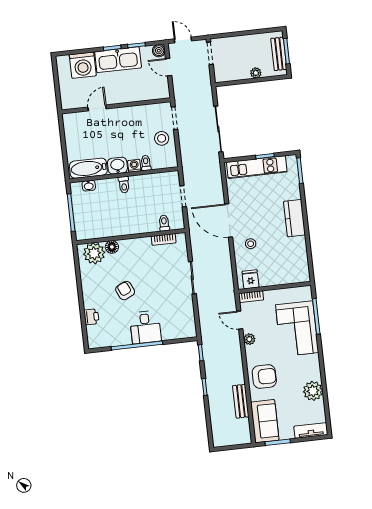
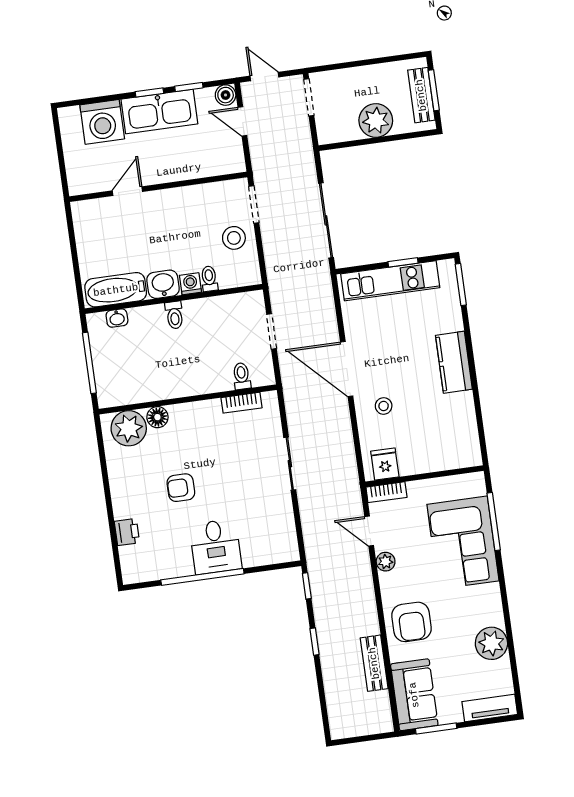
plant: (256, 73) -> (376, 121), width x1.88, depth x1.88
armchair: (125, 291) -> (181, 488), turned -65
armchair: (264, 377) -> (411, 622), turned 90

